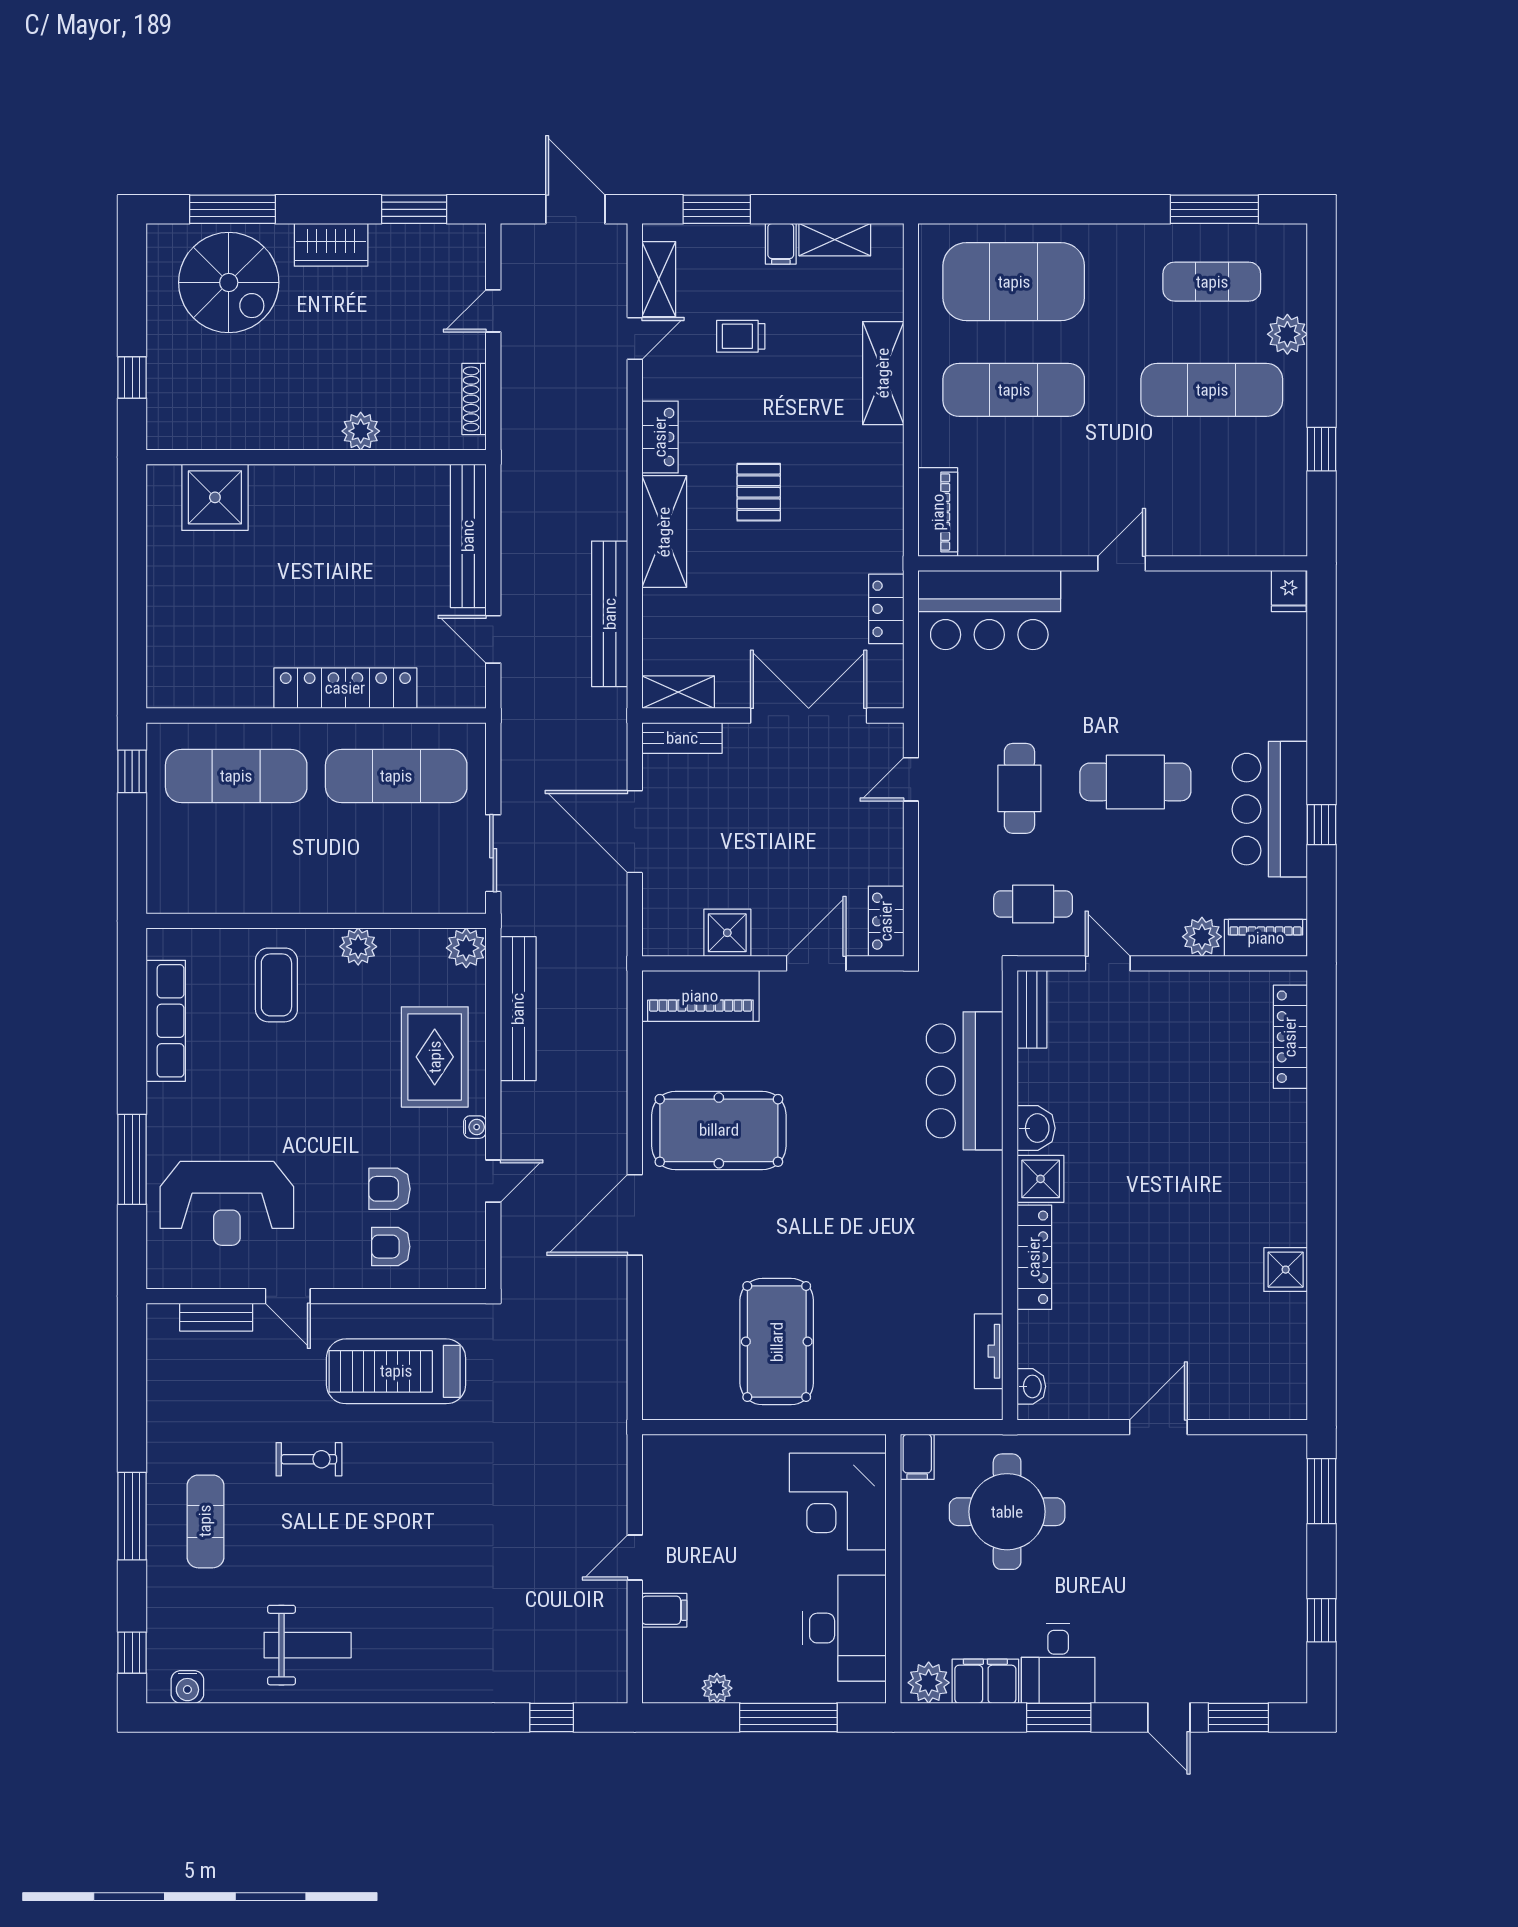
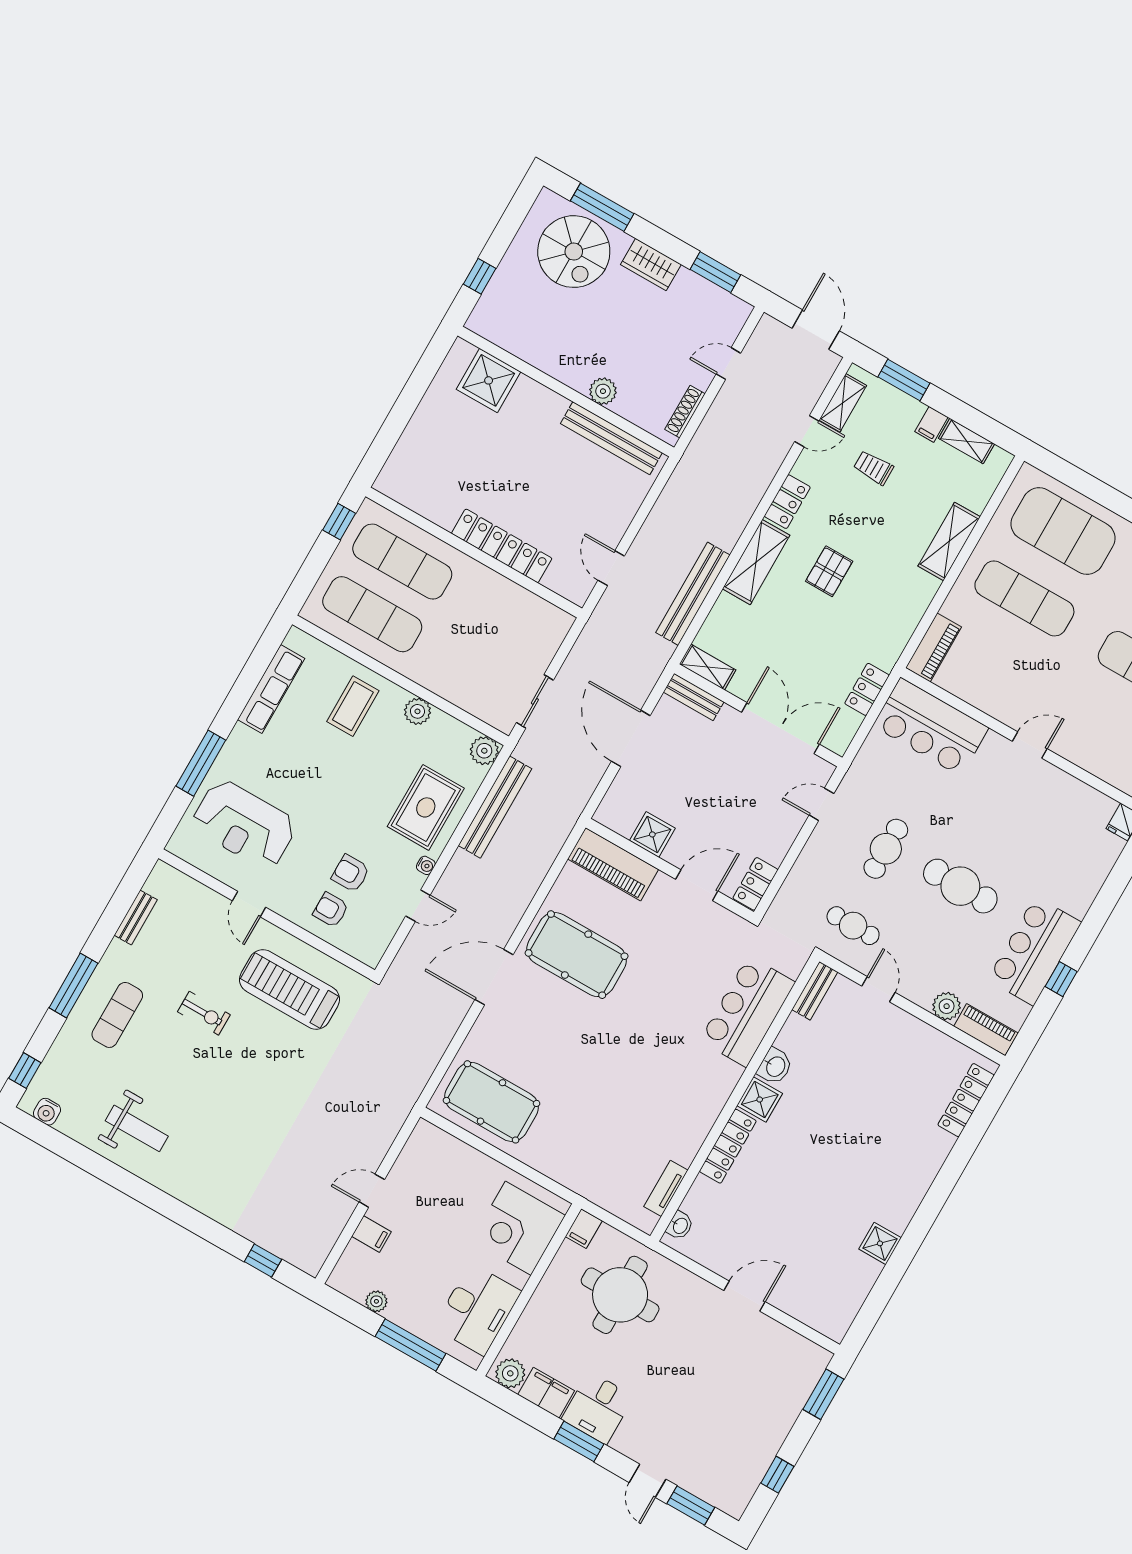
bench: (468, 536) -> (611, 438), moved, turned 90
exercise mat: (396, 776) -> (372, 614), moved
bench: (216, 1317) -> (136, 917), moved, turned 90
pool table: (777, 1342) -> (491, 1102), moved, turned 90

